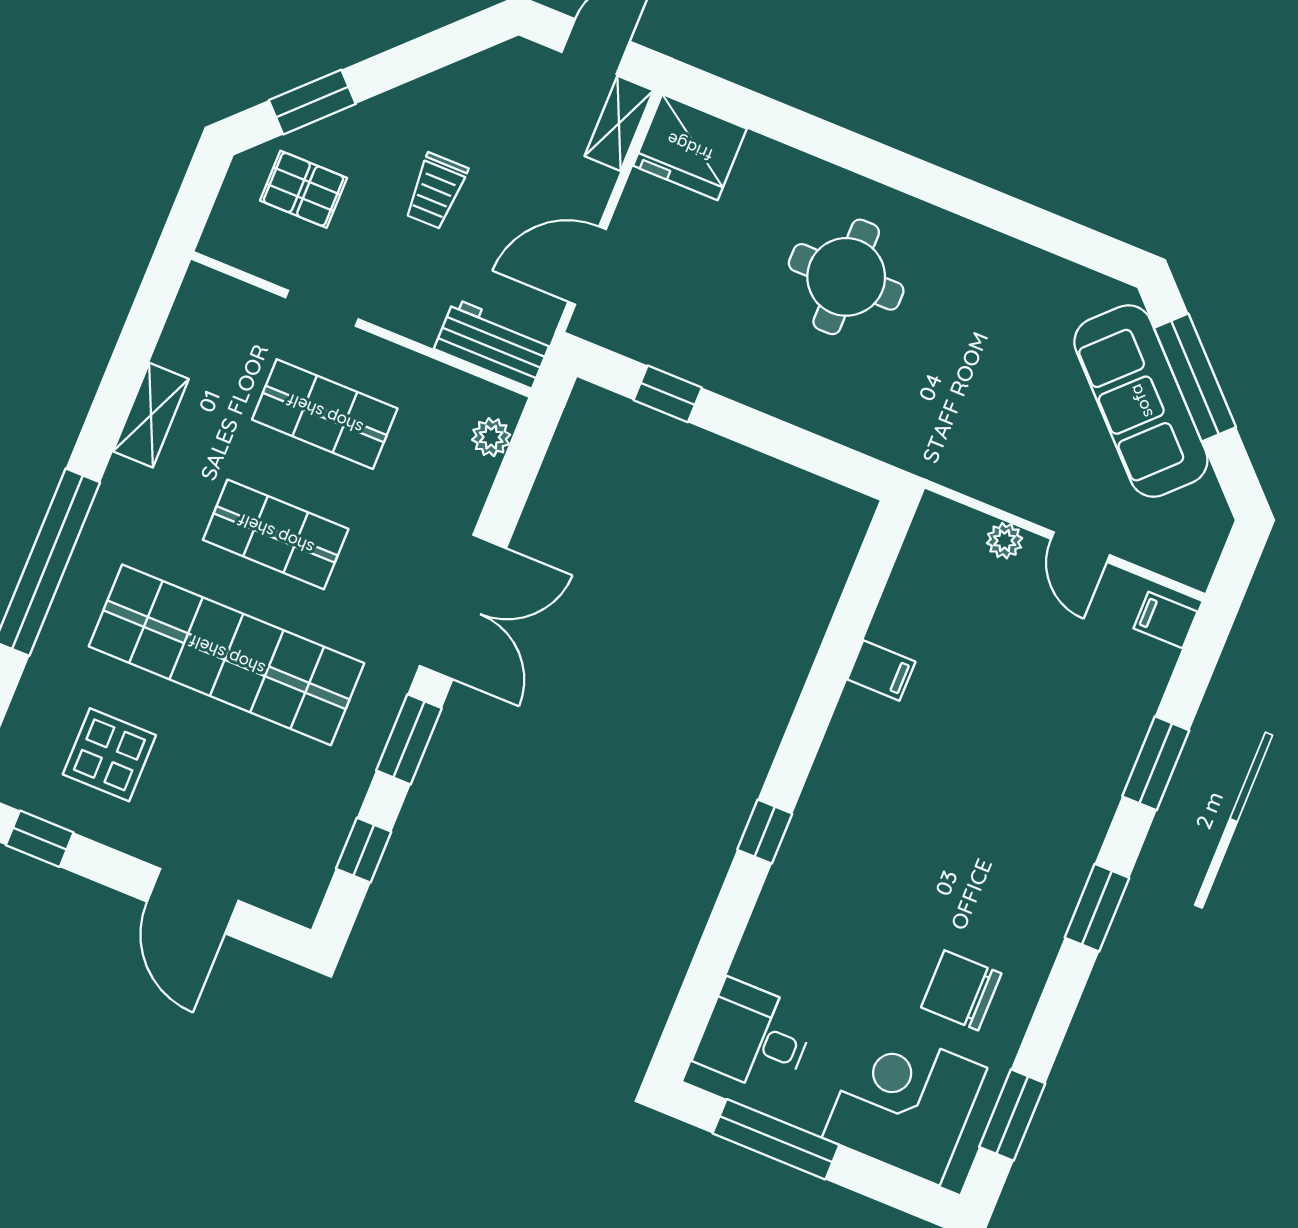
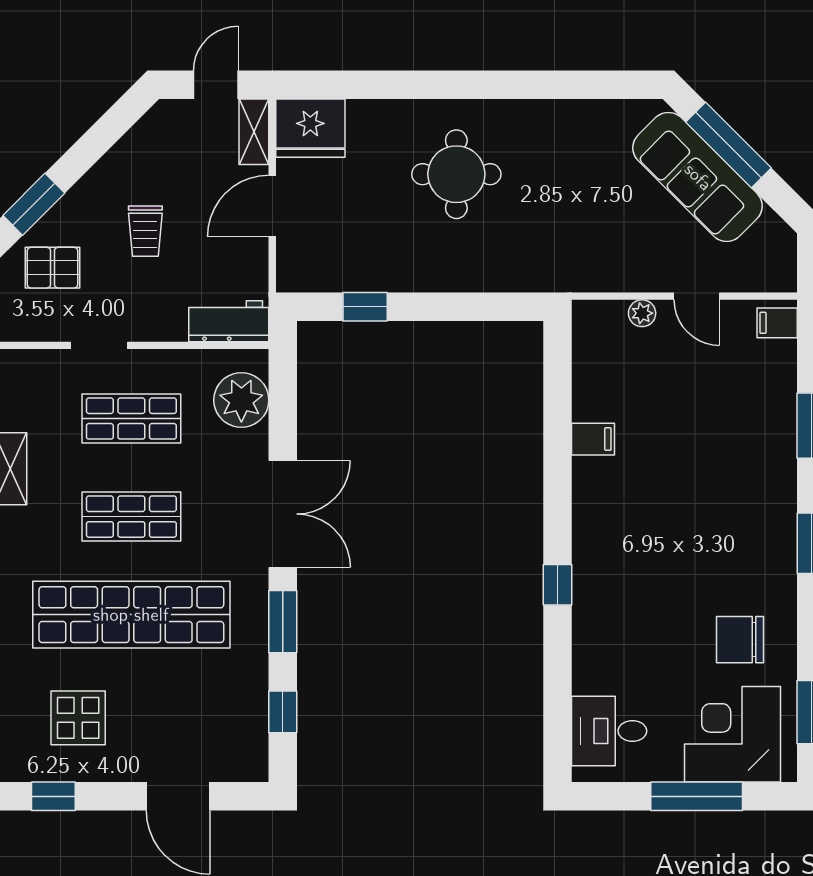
door: (587, 266) -> (272, 206), moved
plant: (491, 437) -> (241, 400), width x1.87, depth x1.87
window: (776, 1139) -> (697, 796), moved

